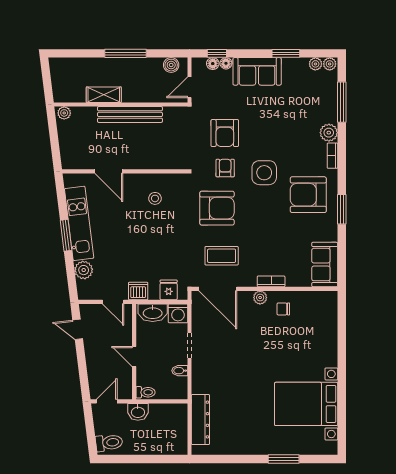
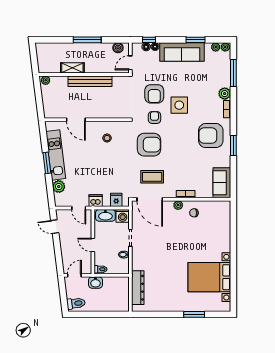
sofa: (257, 71) -> (182, 52), width x1.36
side table: (264, 173) -> (179, 105), moved

